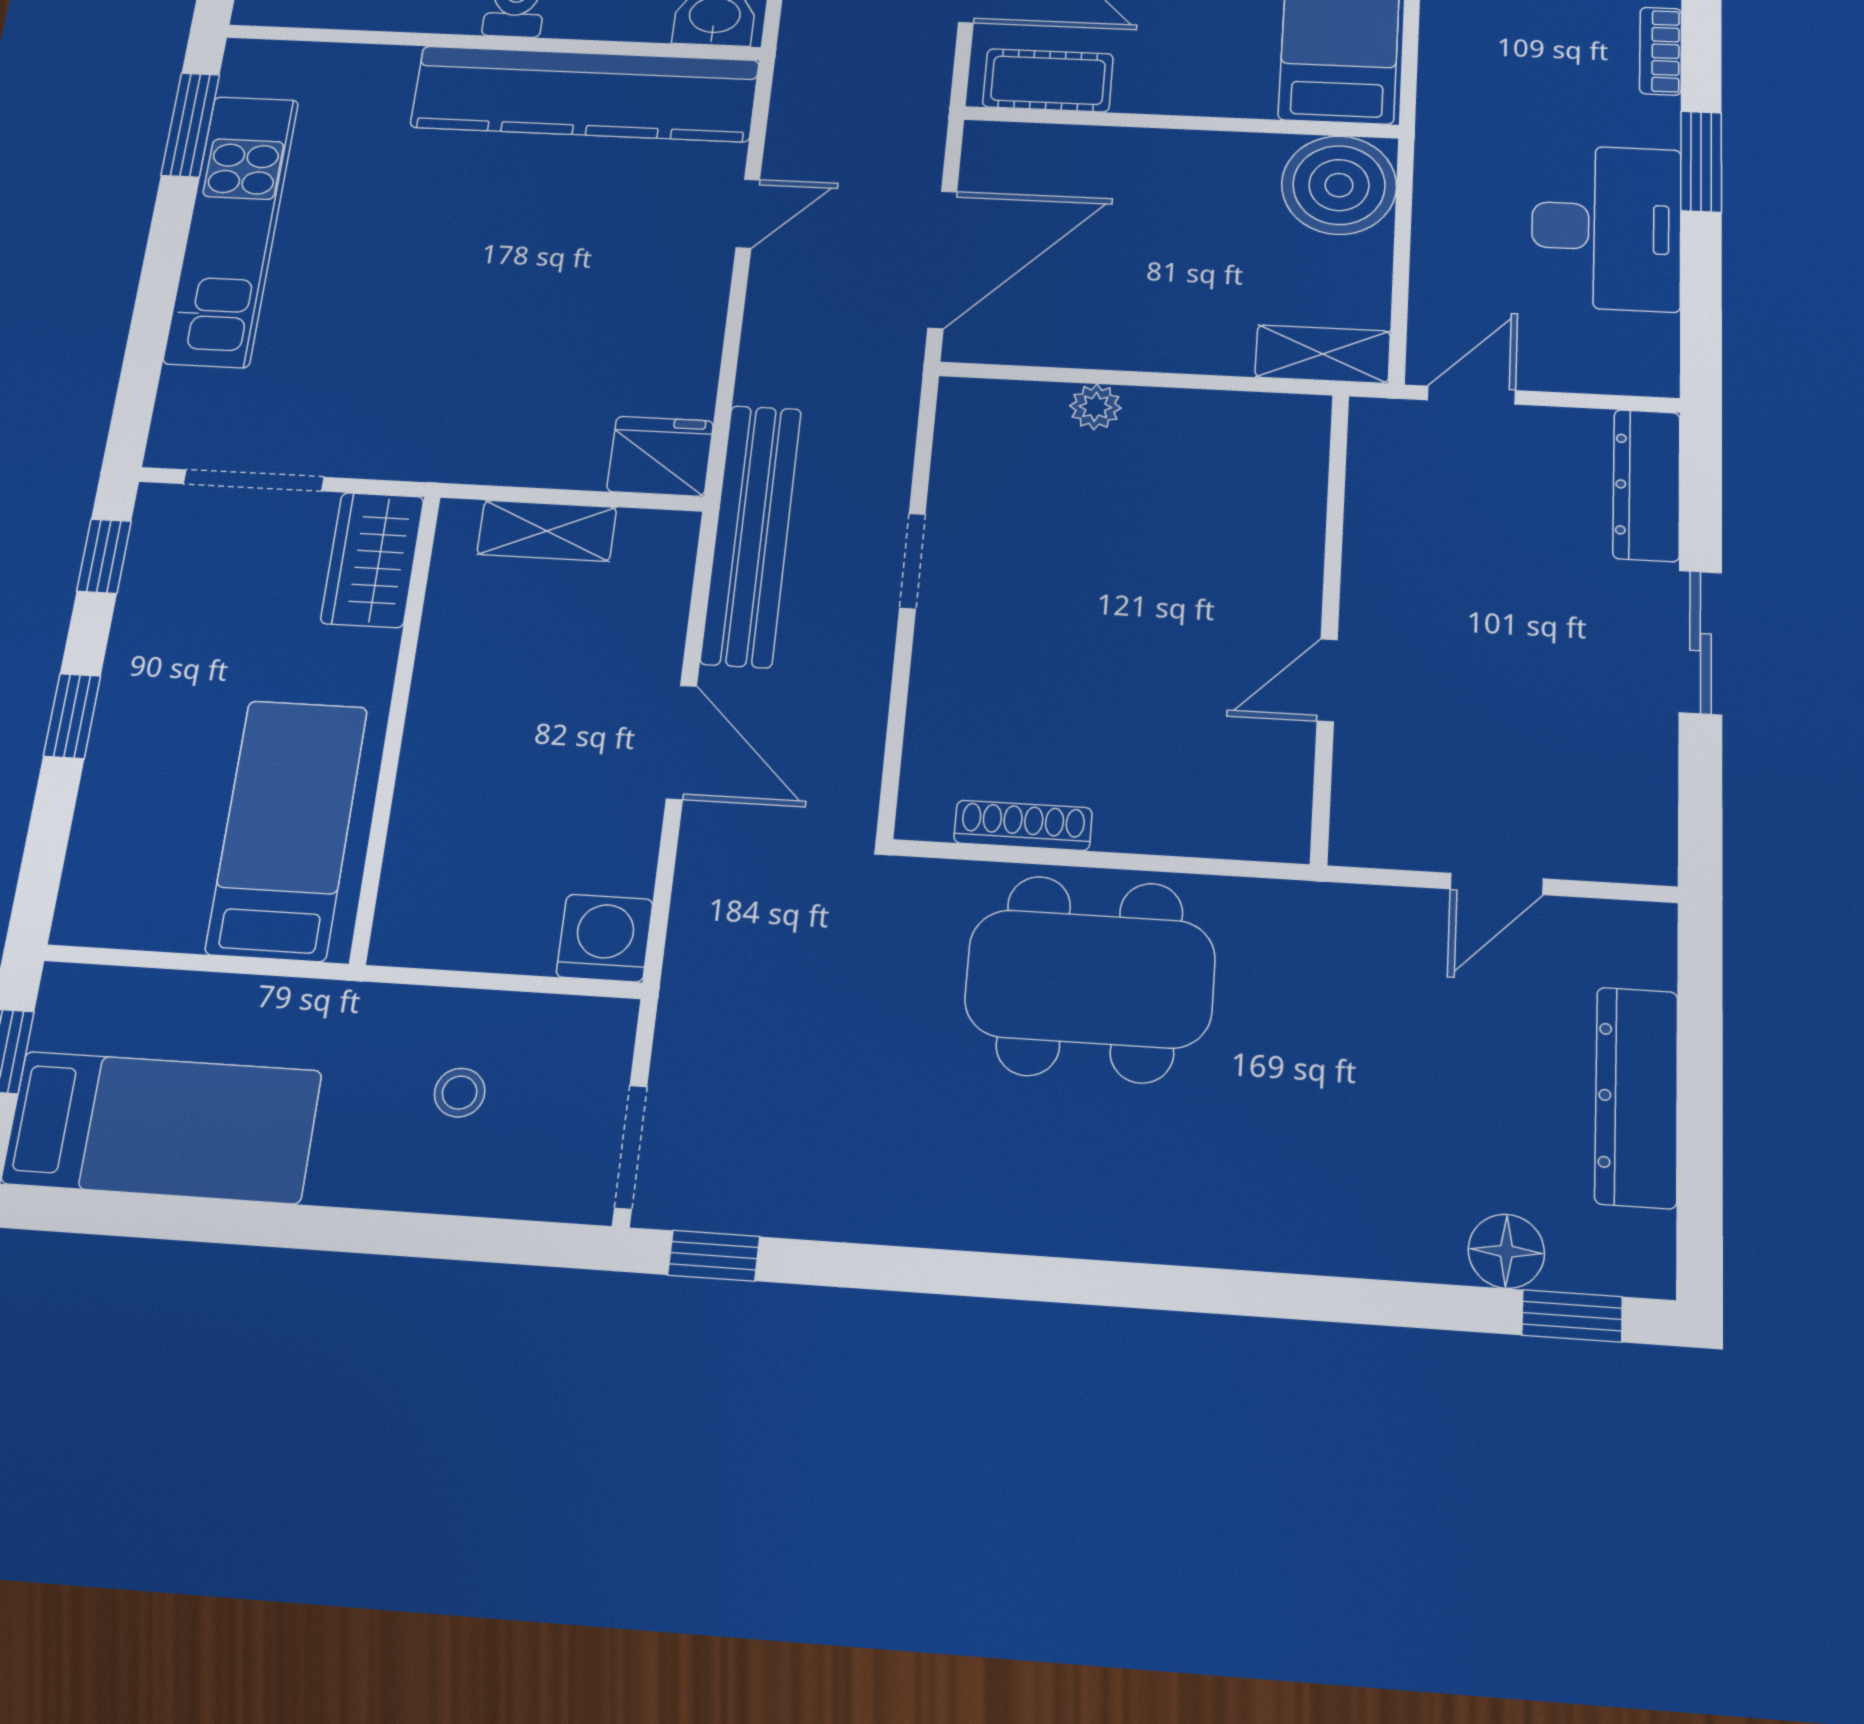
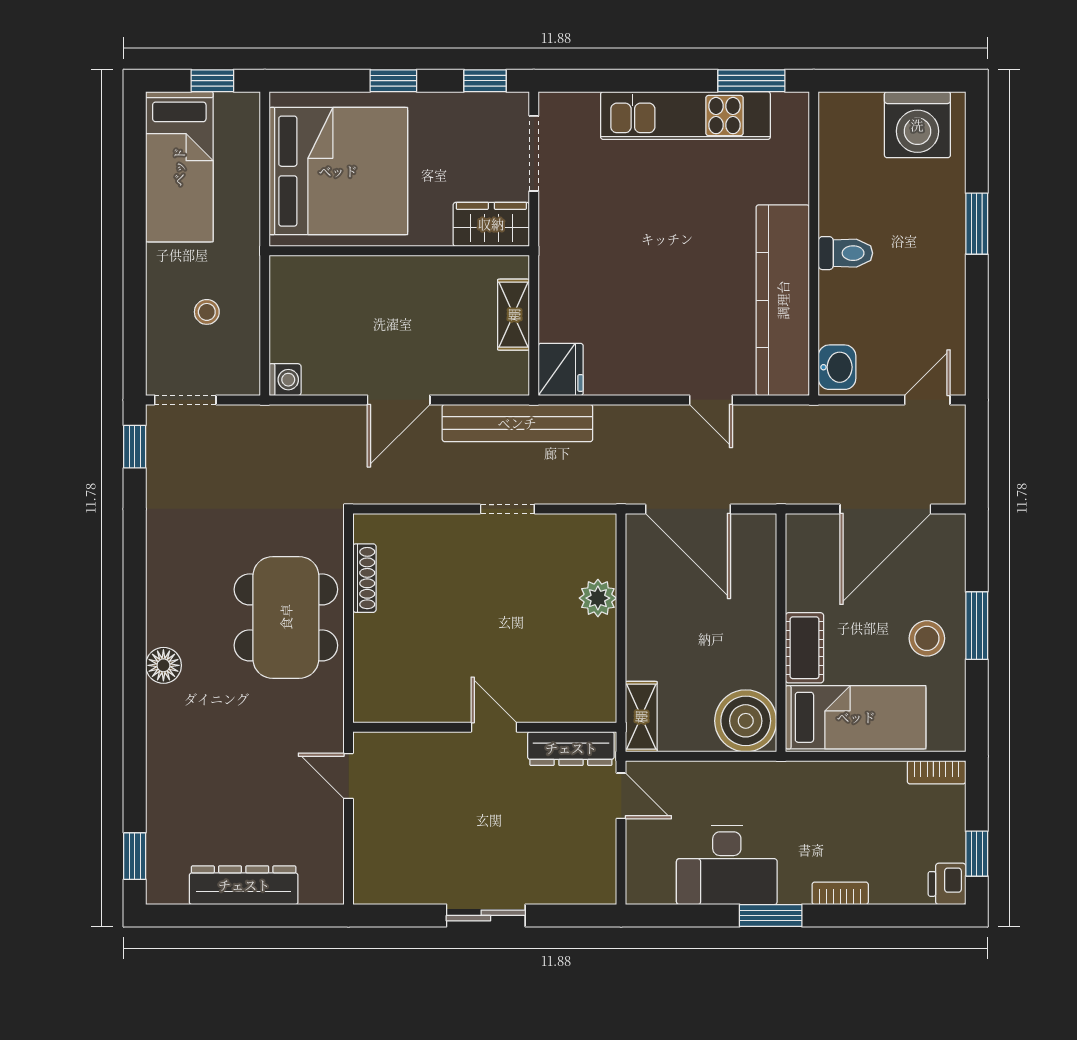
cot: (1048, 80) -> (804, 648), moved
plant: (1095, 407) -> (598, 598), width x1.38, depth x1.38
dresser: (1647, 485) -> (571, 748), moved, turned 180
door: (1327, 680) -> (494, 727), moved
bed: (287, 829) -> (338, 171), width x2.04
door: (1497, 884) -> (348, 776), moved
washing machine: (605, 938) -> (285, 380), width x0.73, depth x0.73
floor lamp: (1506, 1251) -> (163, 665), moved

